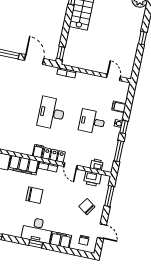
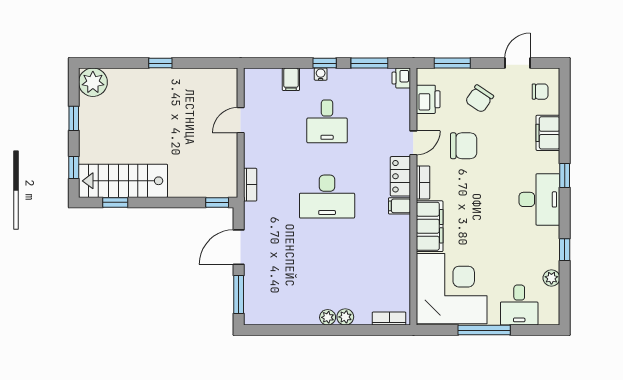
door: (113, 77) -> (241, 120), moved
printer: (97, 165) -> (401, 78), moved
chair: (34, 195) -> (464, 146), moved, turned 90
desk: (37, 230) -> (539, 199), moved

